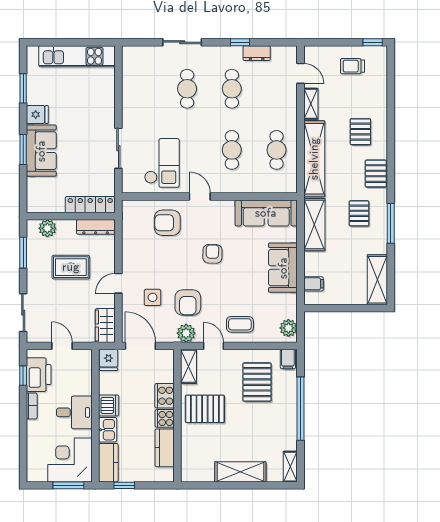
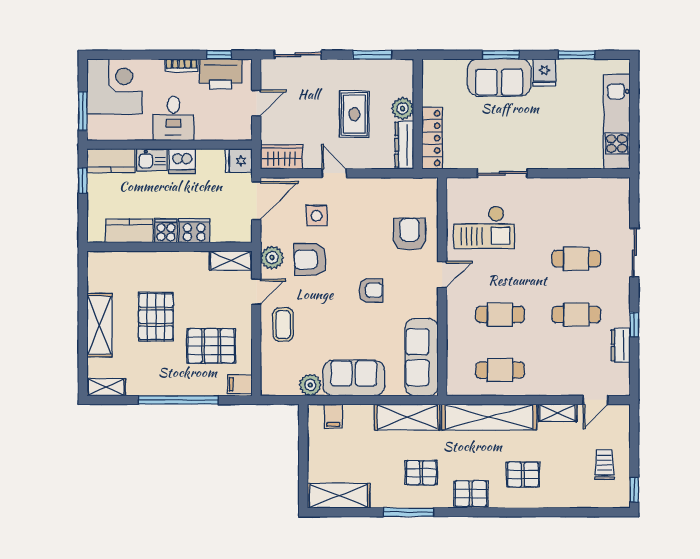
plant: (47, 228) -> (403, 109), moved
plant: (288, 328) -> (310, 385), moved
pallet: (205, 409) -> (156, 317), moved
corner desk: (70, 460) -> (114, 86), moved

